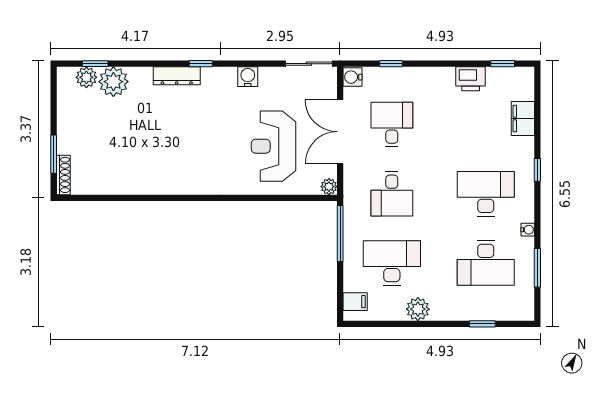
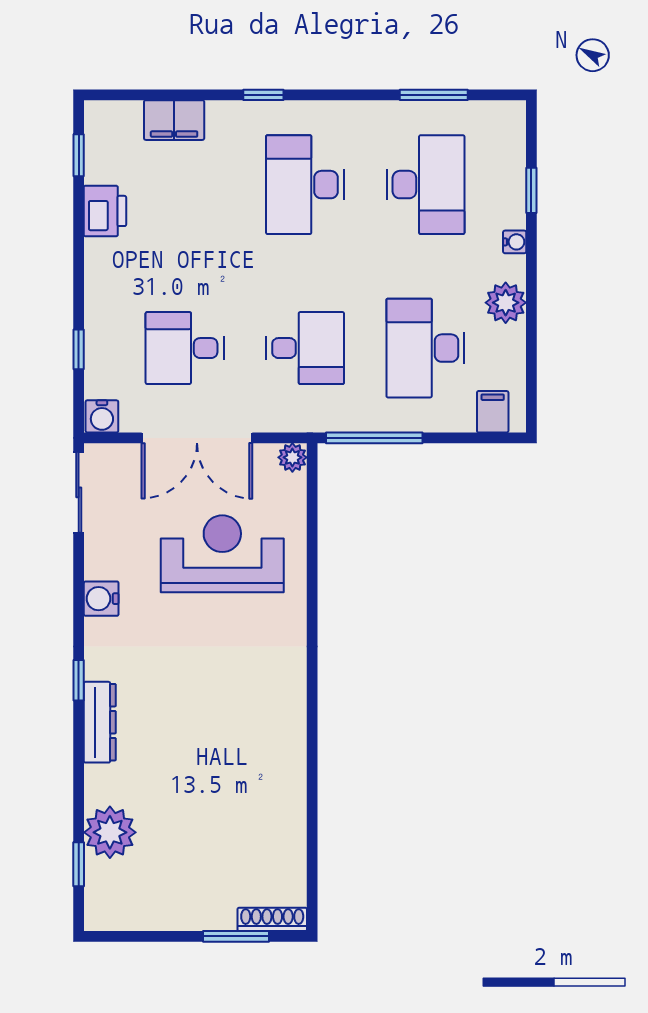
plant: (86, 77) -> (102, 879), removed
reception desk: (274, 146) -> (222, 554), turned 180
water cooler: (528, 230) -> (515, 242), moved, turned 90

